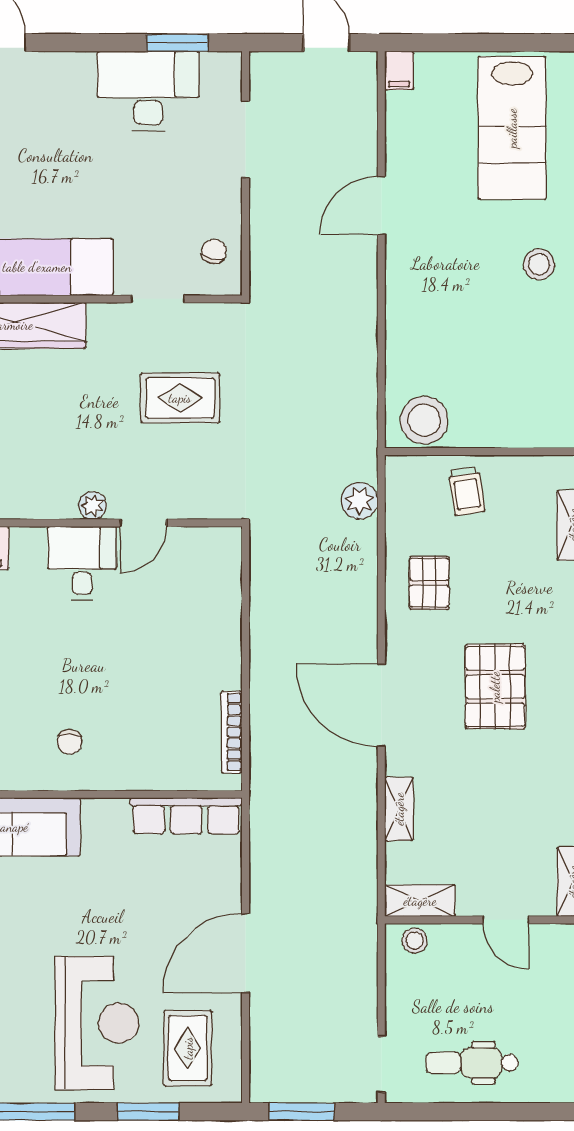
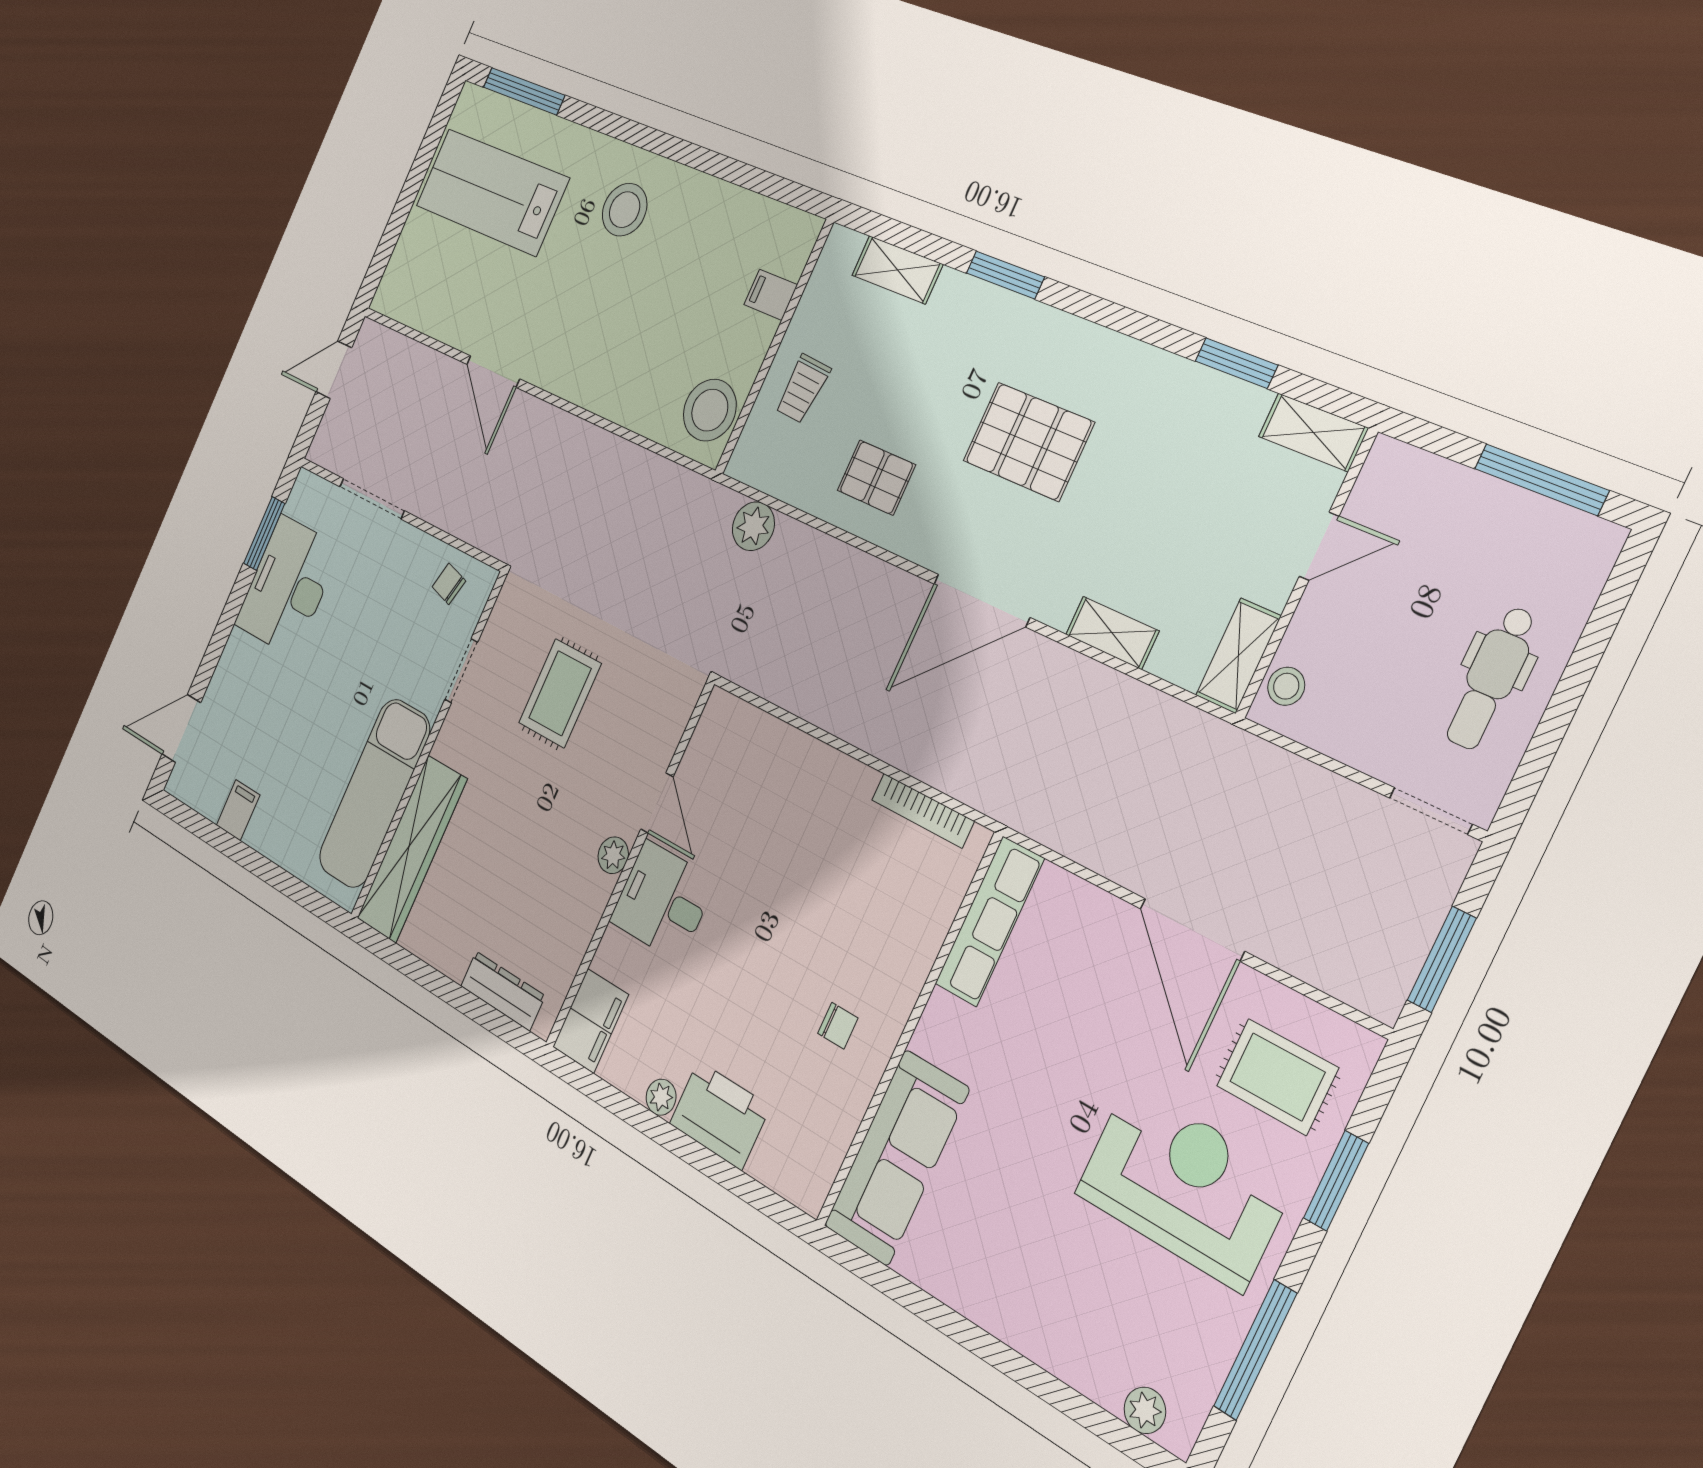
filing cabinet: (399, 70) -> (771, 295), moved, turned 180
lab bench: (512, 128) -> (492, 192), turned 180
stool: (539, 264) -> (625, 210), width x1.38, depth x1.38
trolley: (467, 491) -> (803, 389), turned 103

